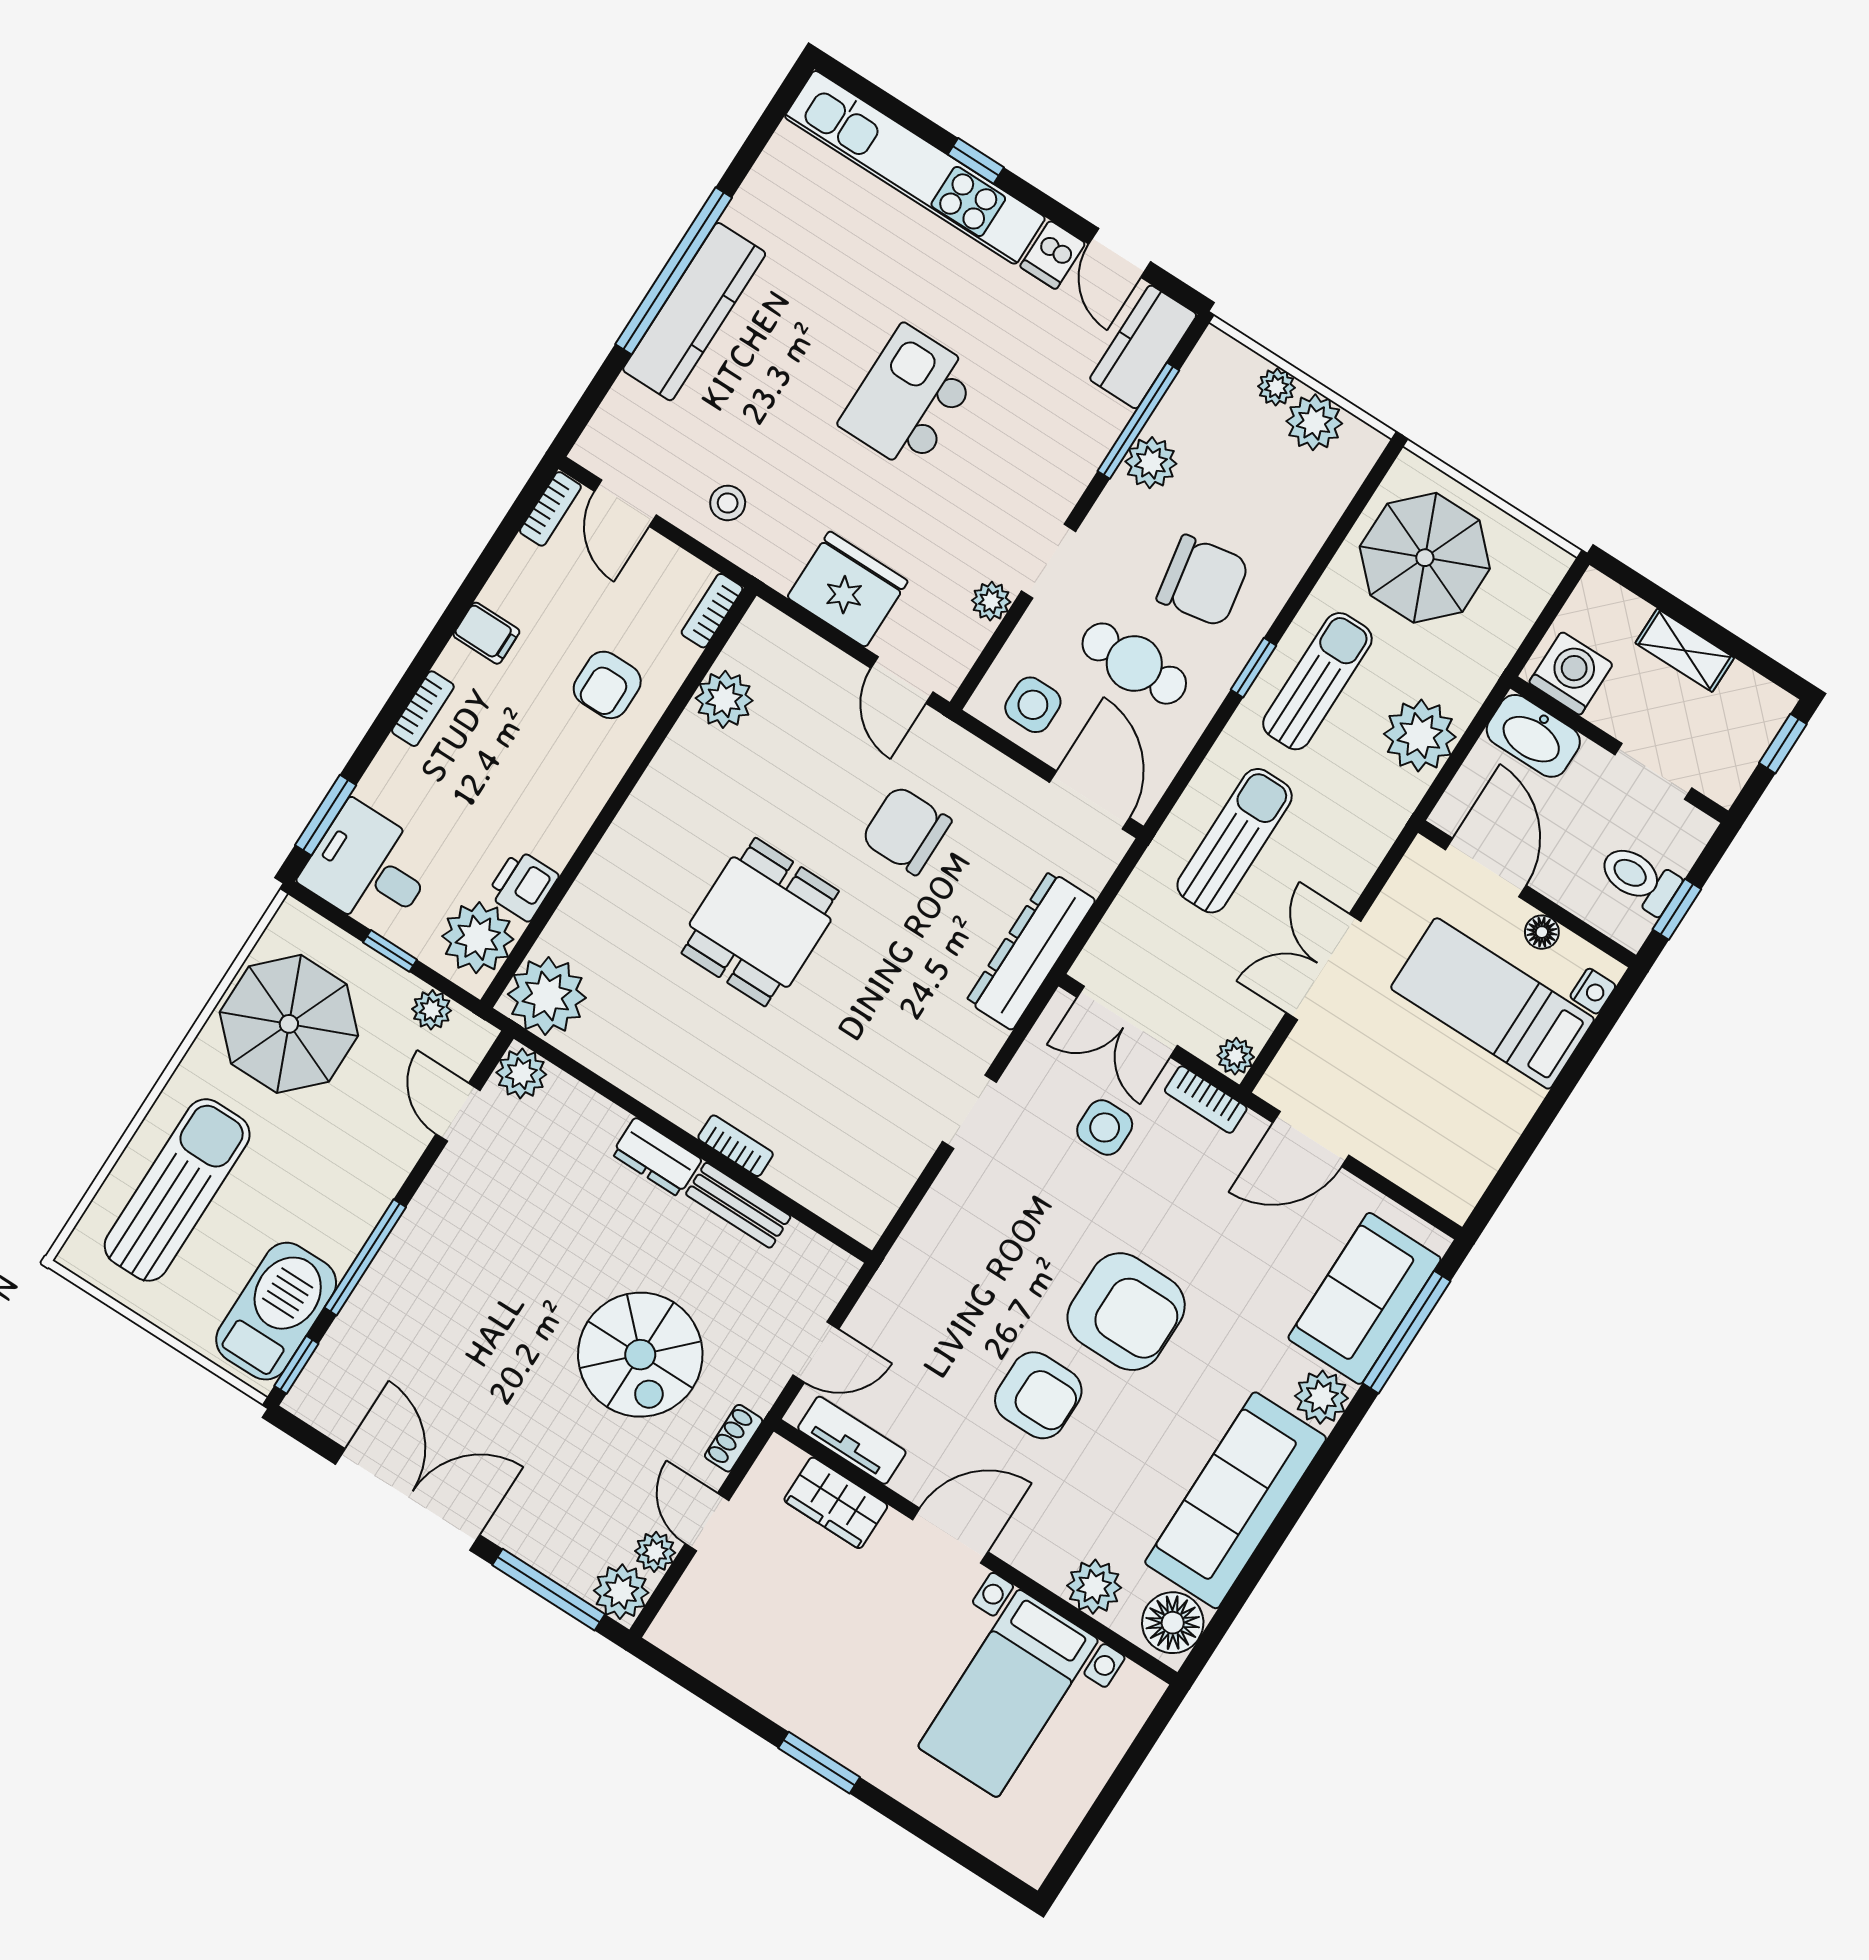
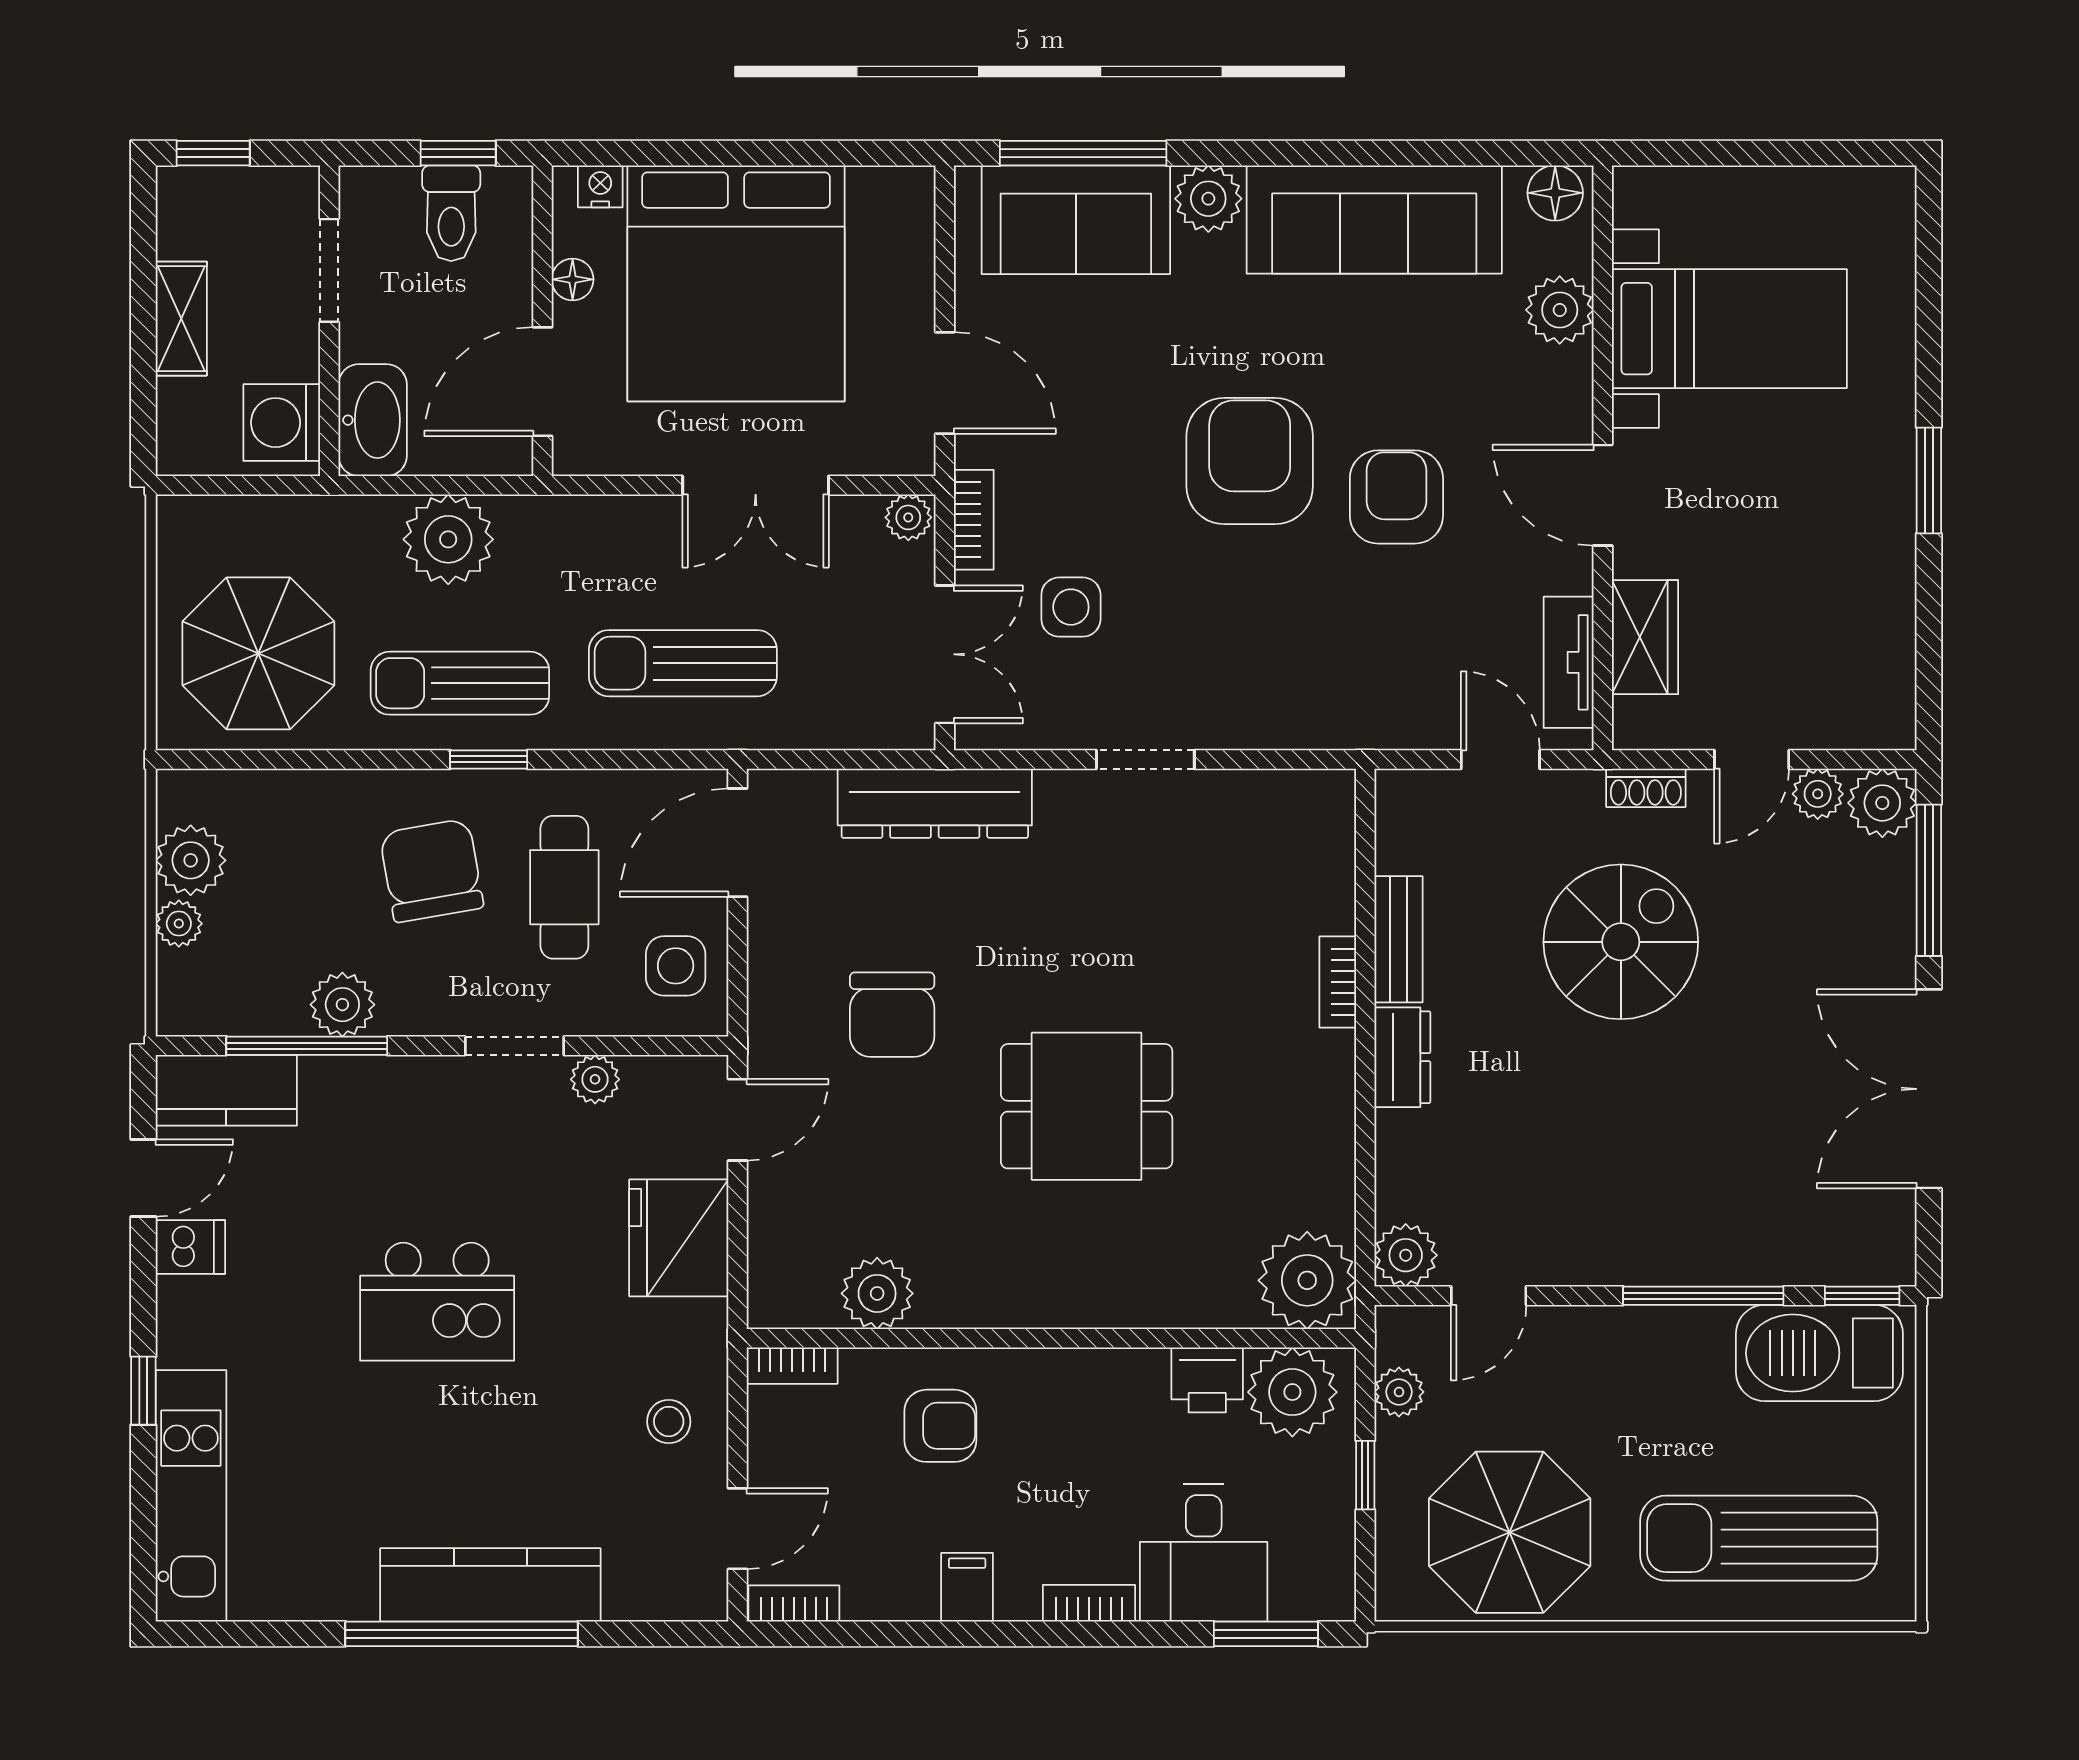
kitchen unit: (915, 167) -> (191, 1496), width x0.73
desk: (369, 868) -> (1204, 1553), moved
bed: (1493, 1003) -> (736, 283), width x2.04
floor lamp: (1173, 1623) -> (1555, 193), width x0.73, depth x0.73

